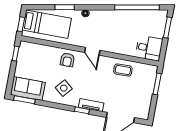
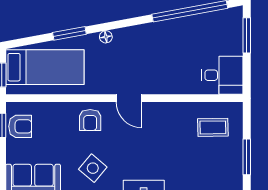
armchair: (26, 56) -> (20, 126), added
coffee table: (123, 70) -> (213, 127), moved
window: (157, 84) -> (247, 157), moved

